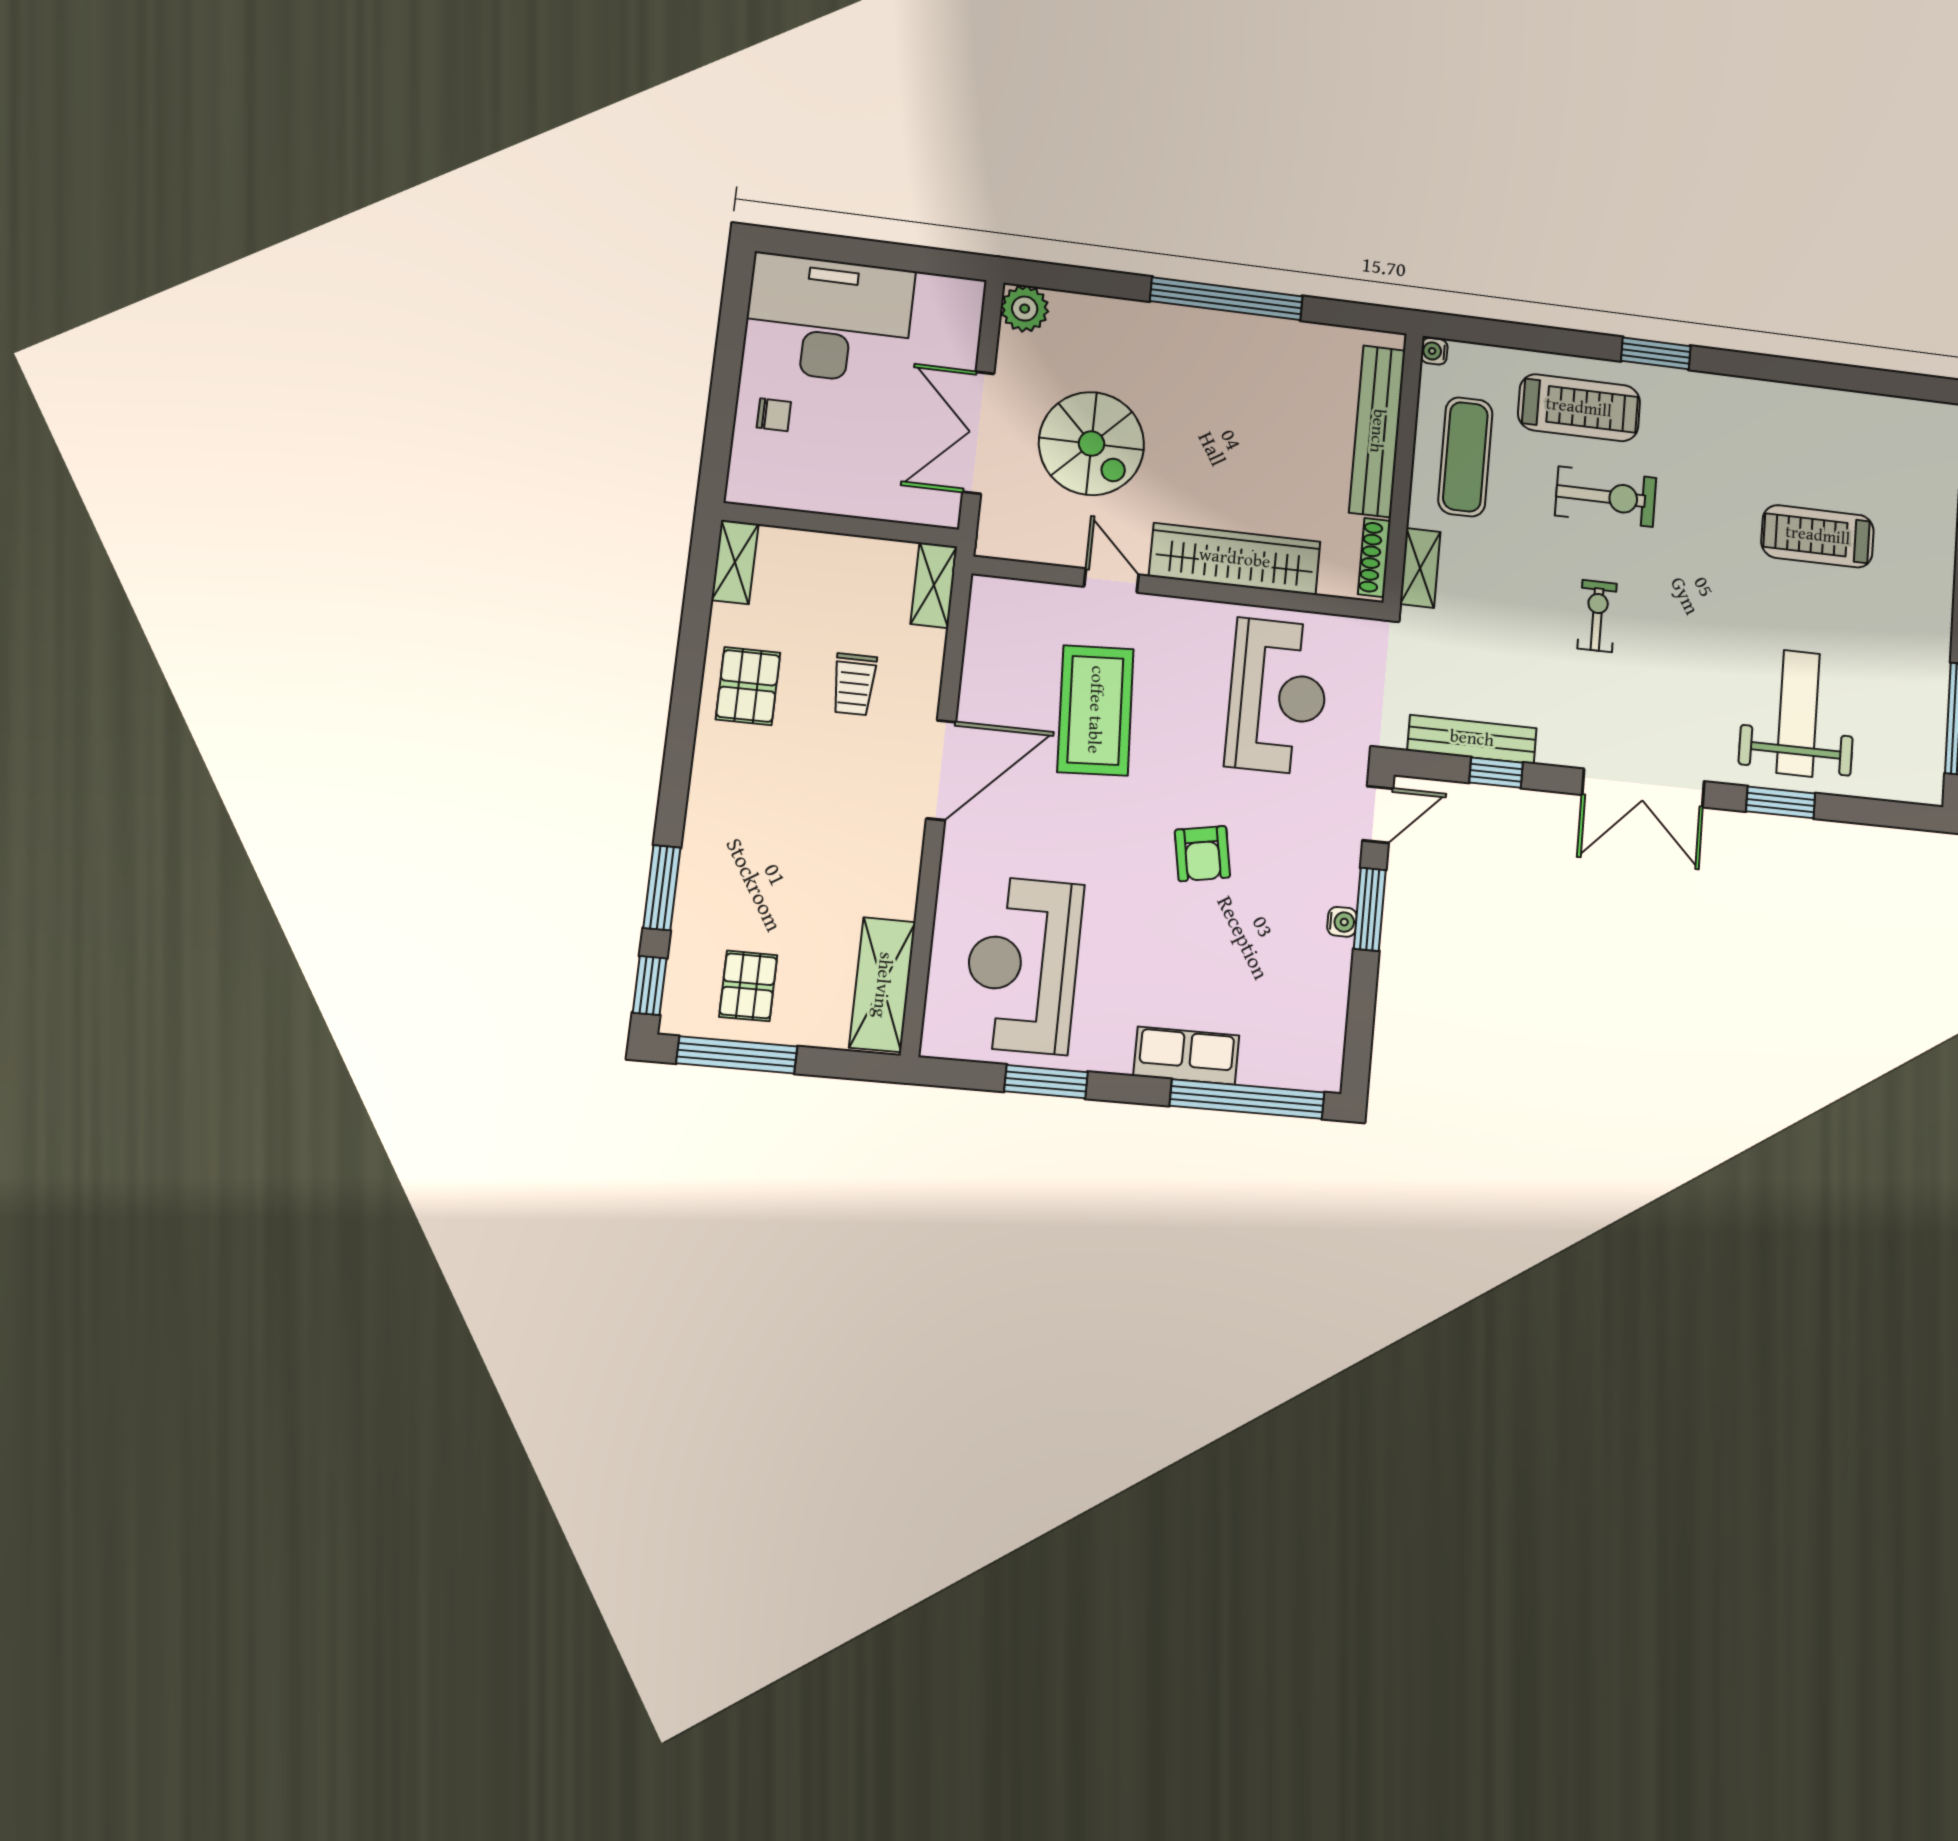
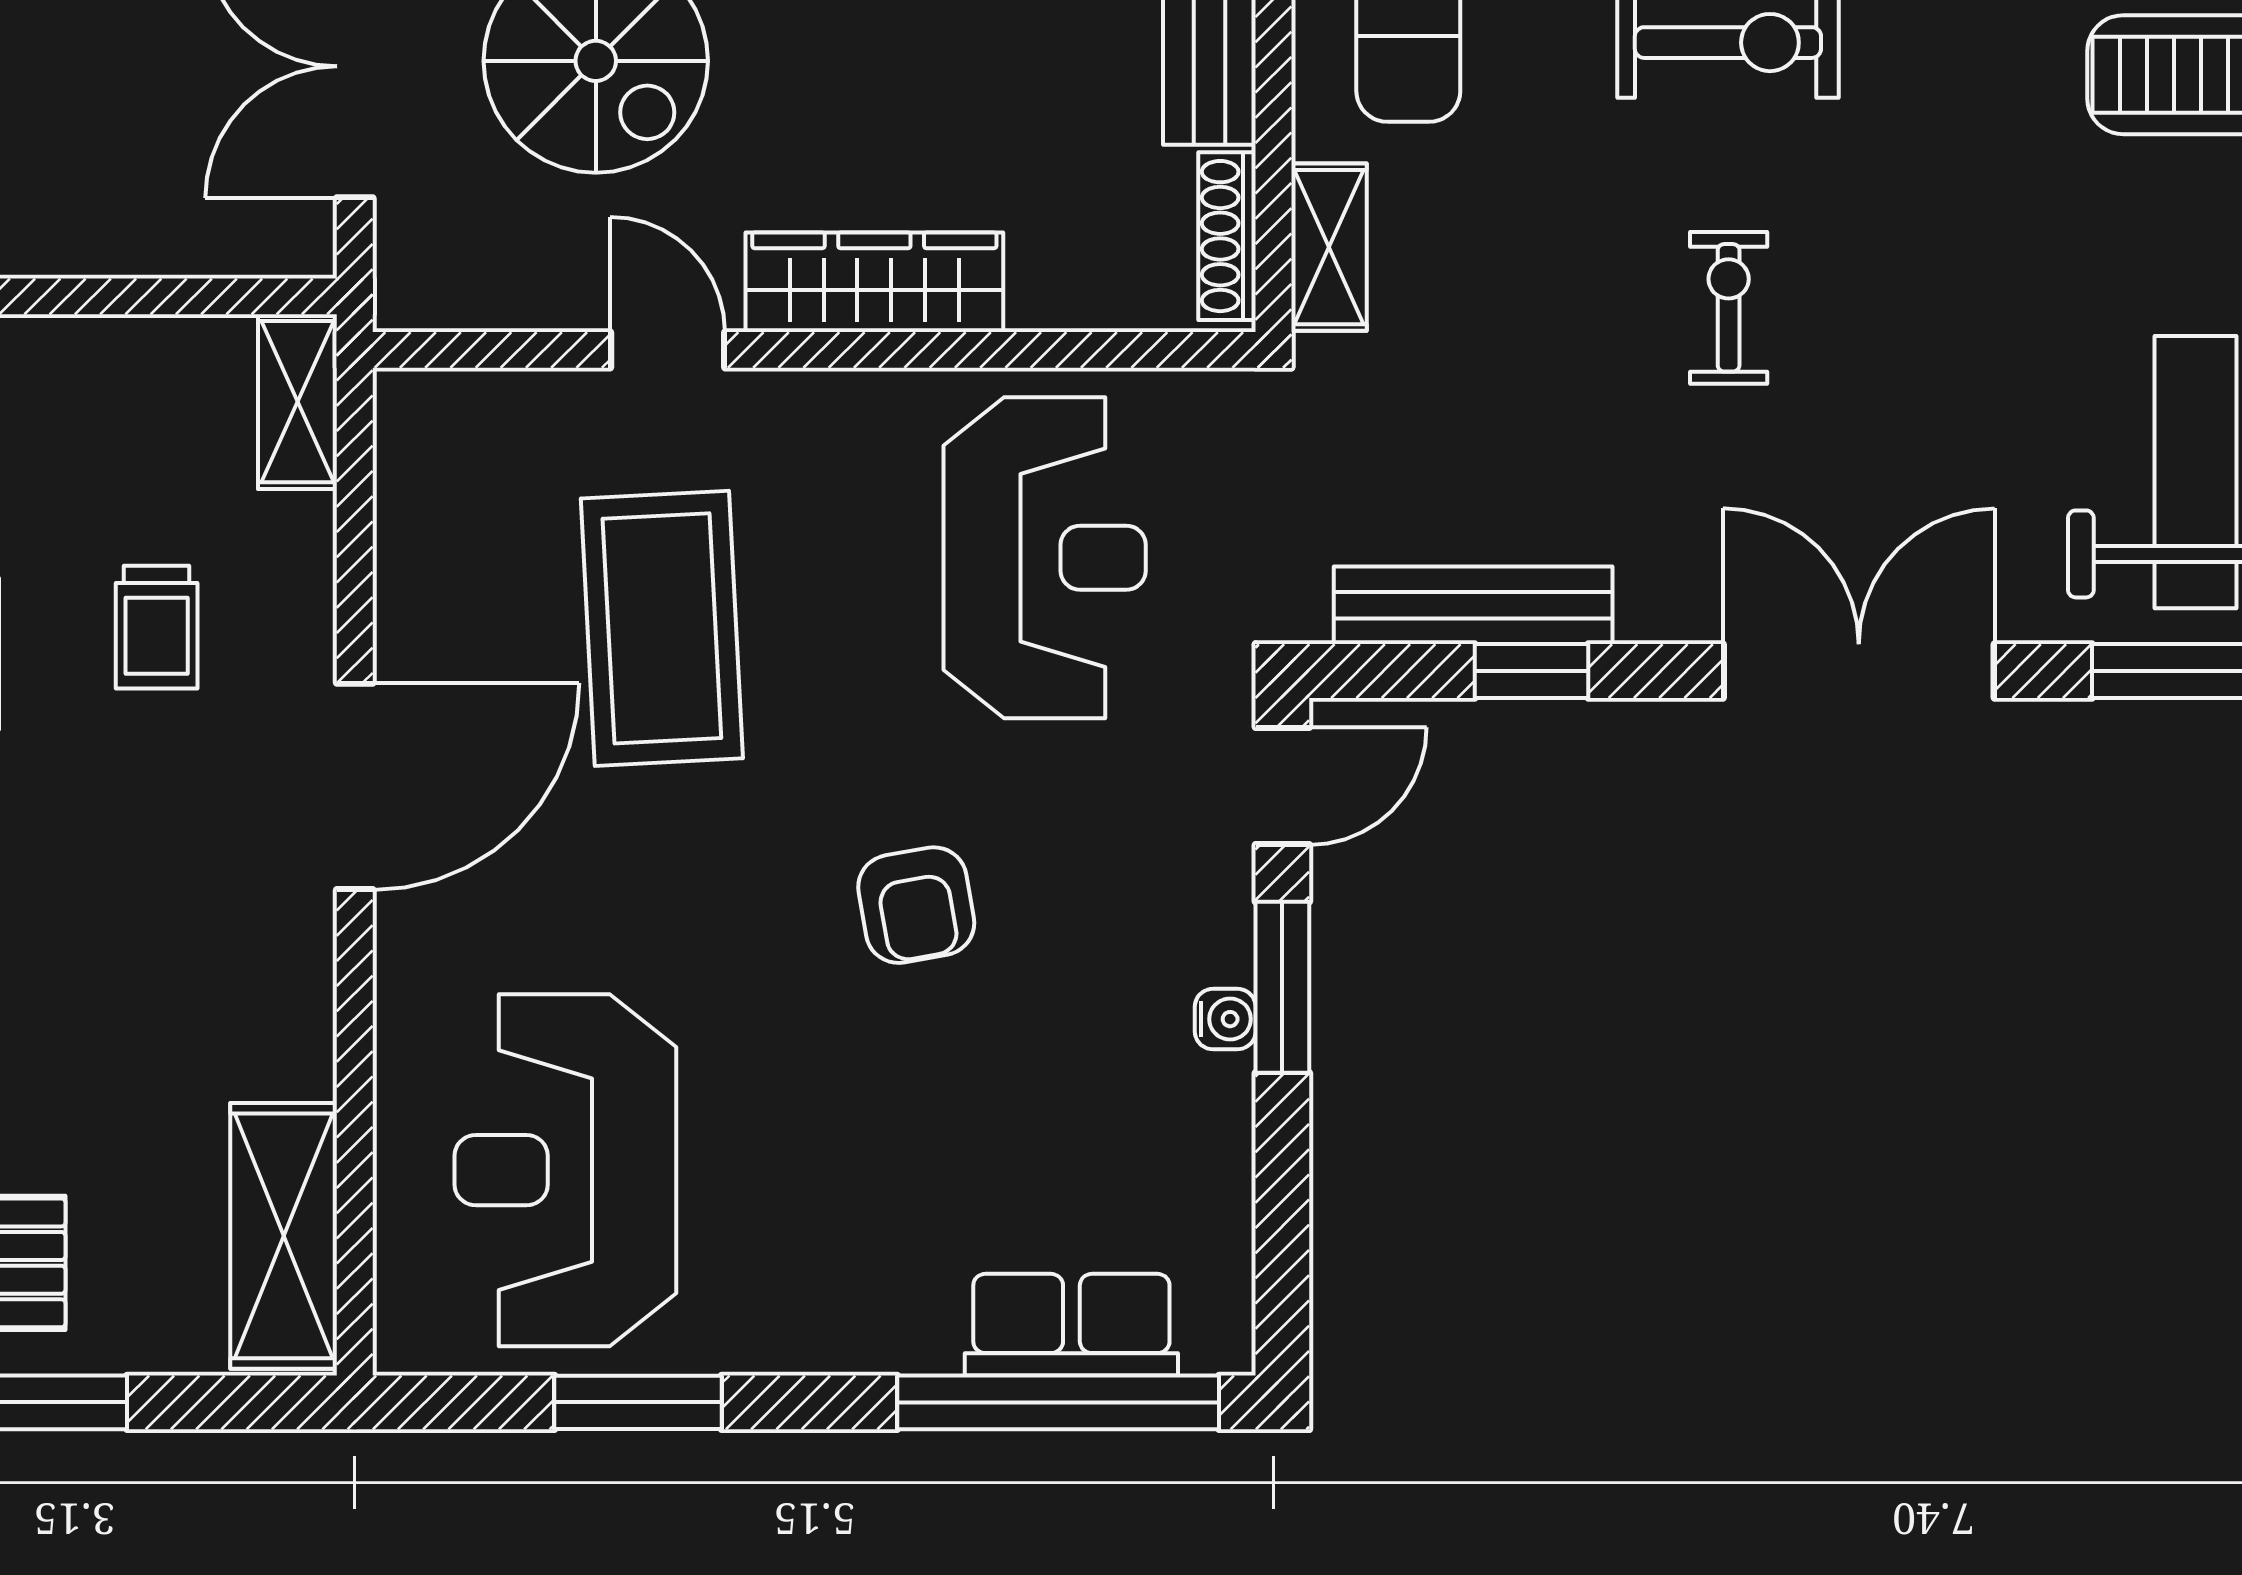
wardrobe: (1235, 559) -> (874, 282), width x0.71, depth x0.85
double door: (1643, 788) -> (1859, 671), swing flipped
row of seats: (1186, 1056) -> (1071, 1325), moved

